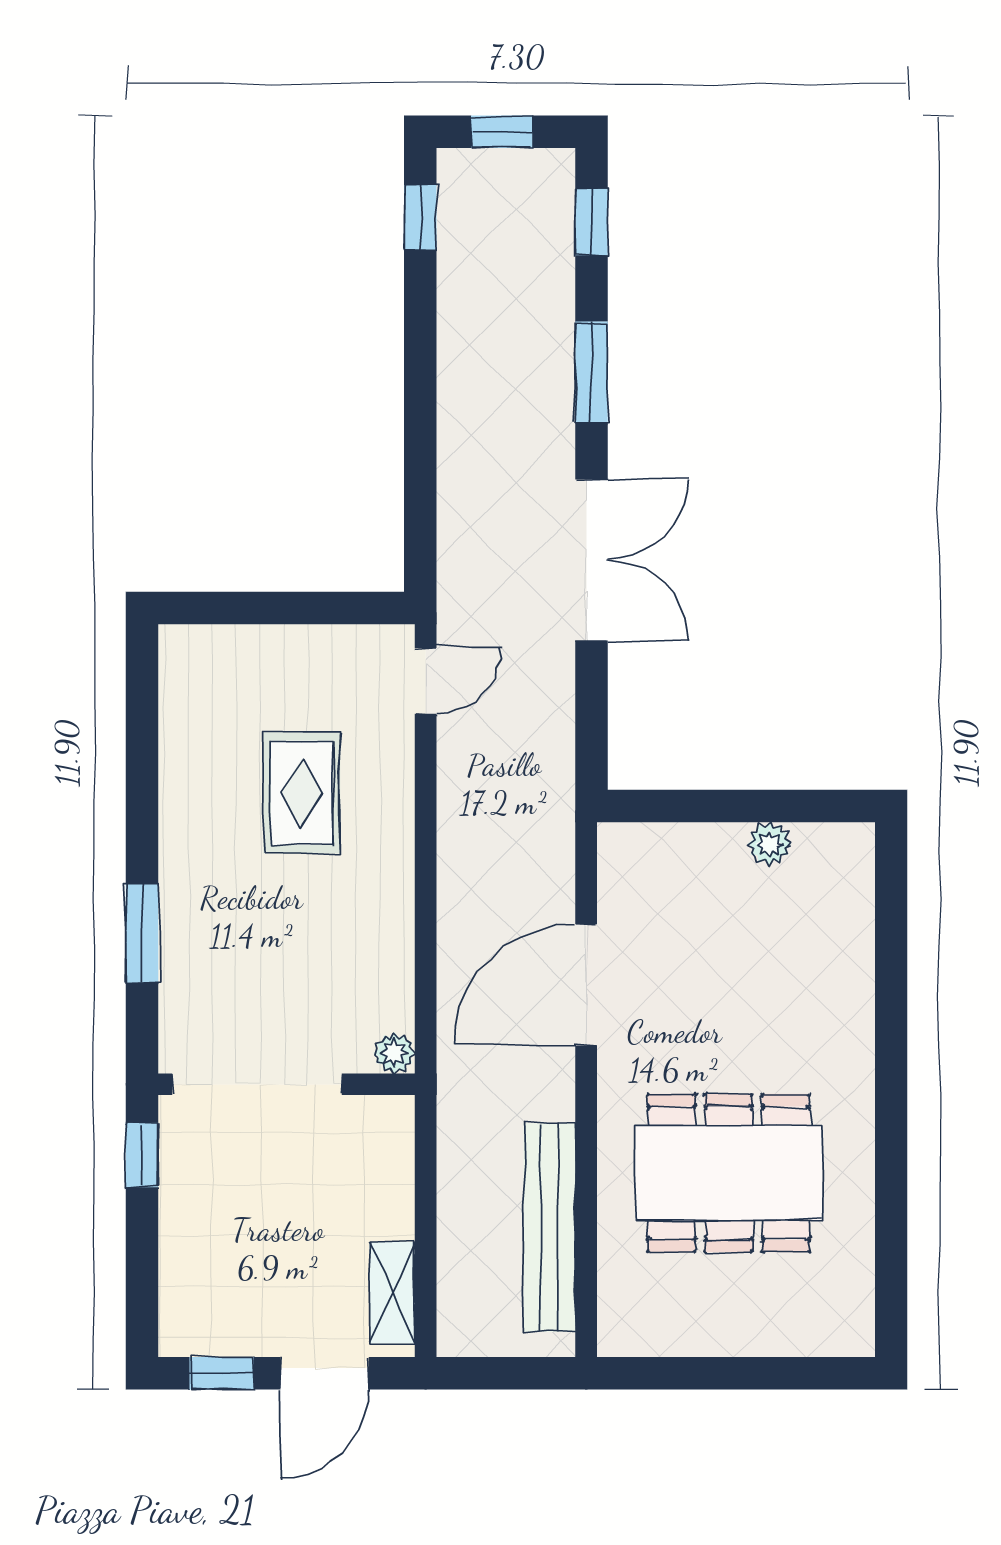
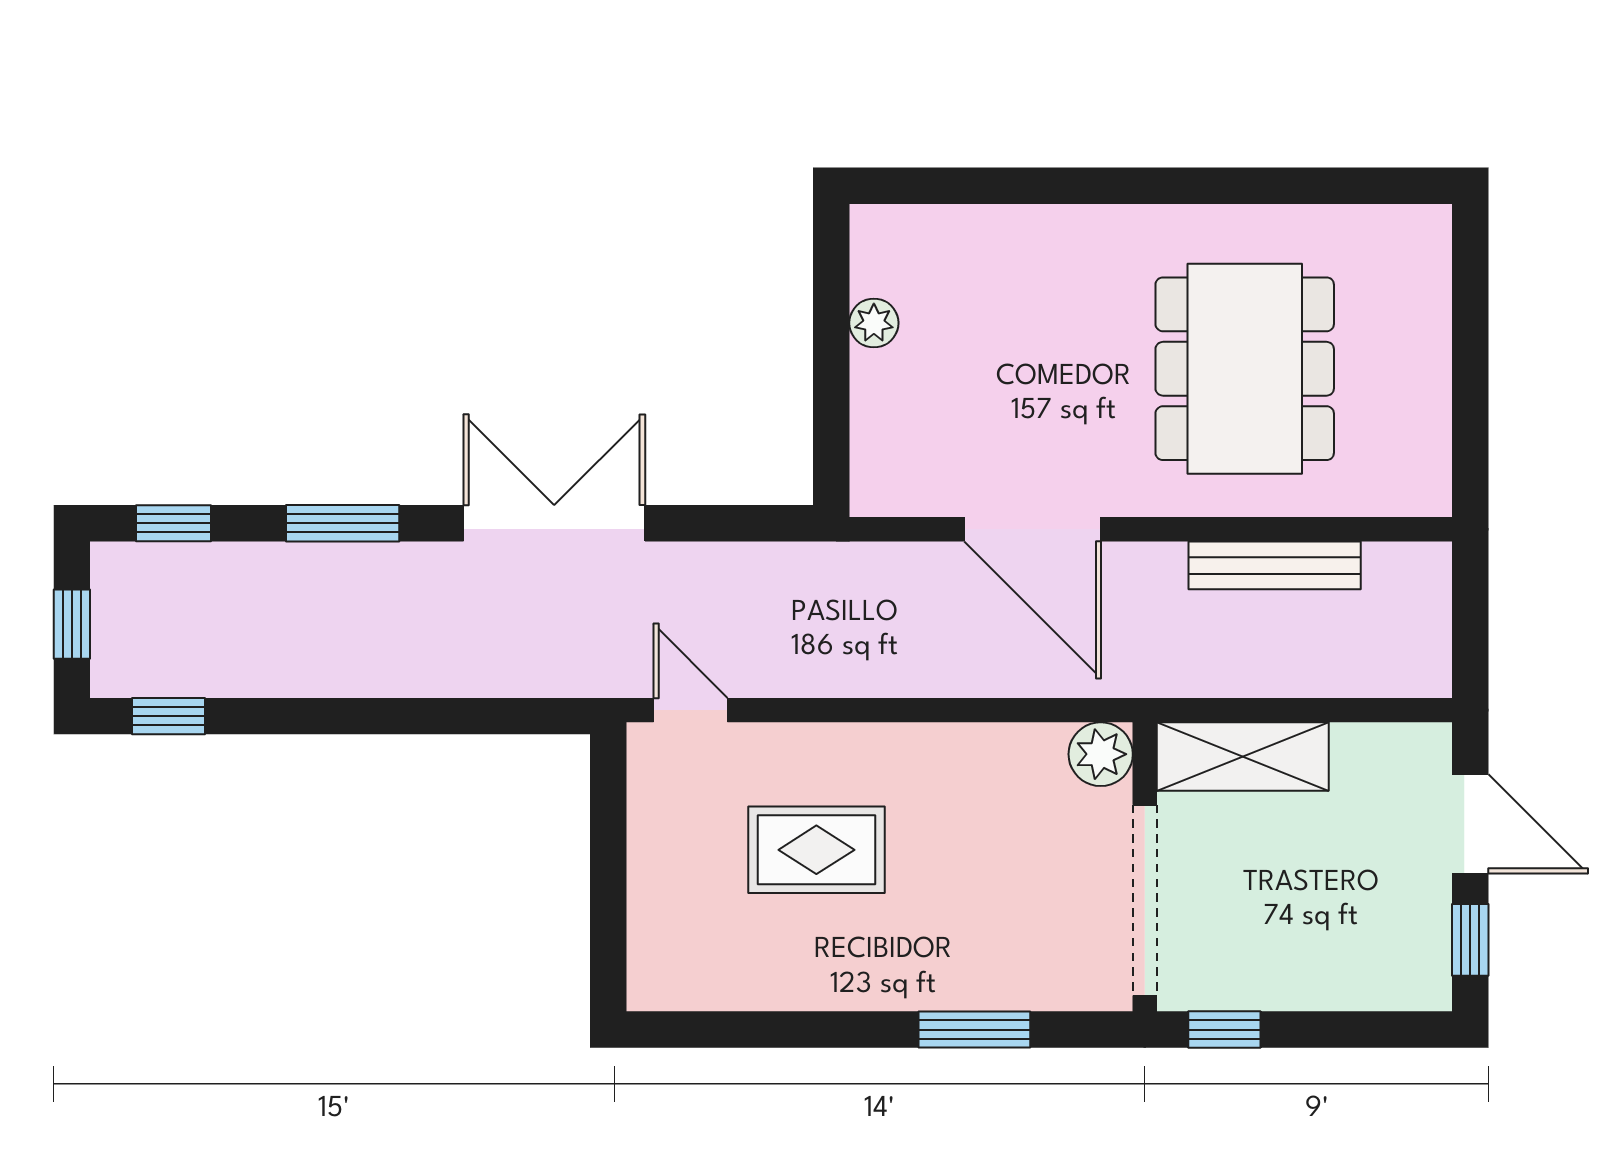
plant: (394, 1053) -> (1101, 754), width x1.38, depth x1.38
bench: (550, 1228) -> (1275, 565), width x0.73, depth x0.82
shelving: (392, 1293) -> (1243, 757), moved, width x1.50, depth x1.33

